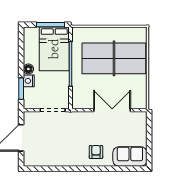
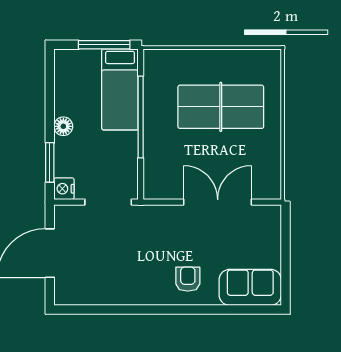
bed: (54, 49) -> (120, 89), width x0.67
table tennis table: (114, 58) -> (221, 107), width x0.73, depth x0.76
nightstand: (29, 81) -> (64, 189), moved

